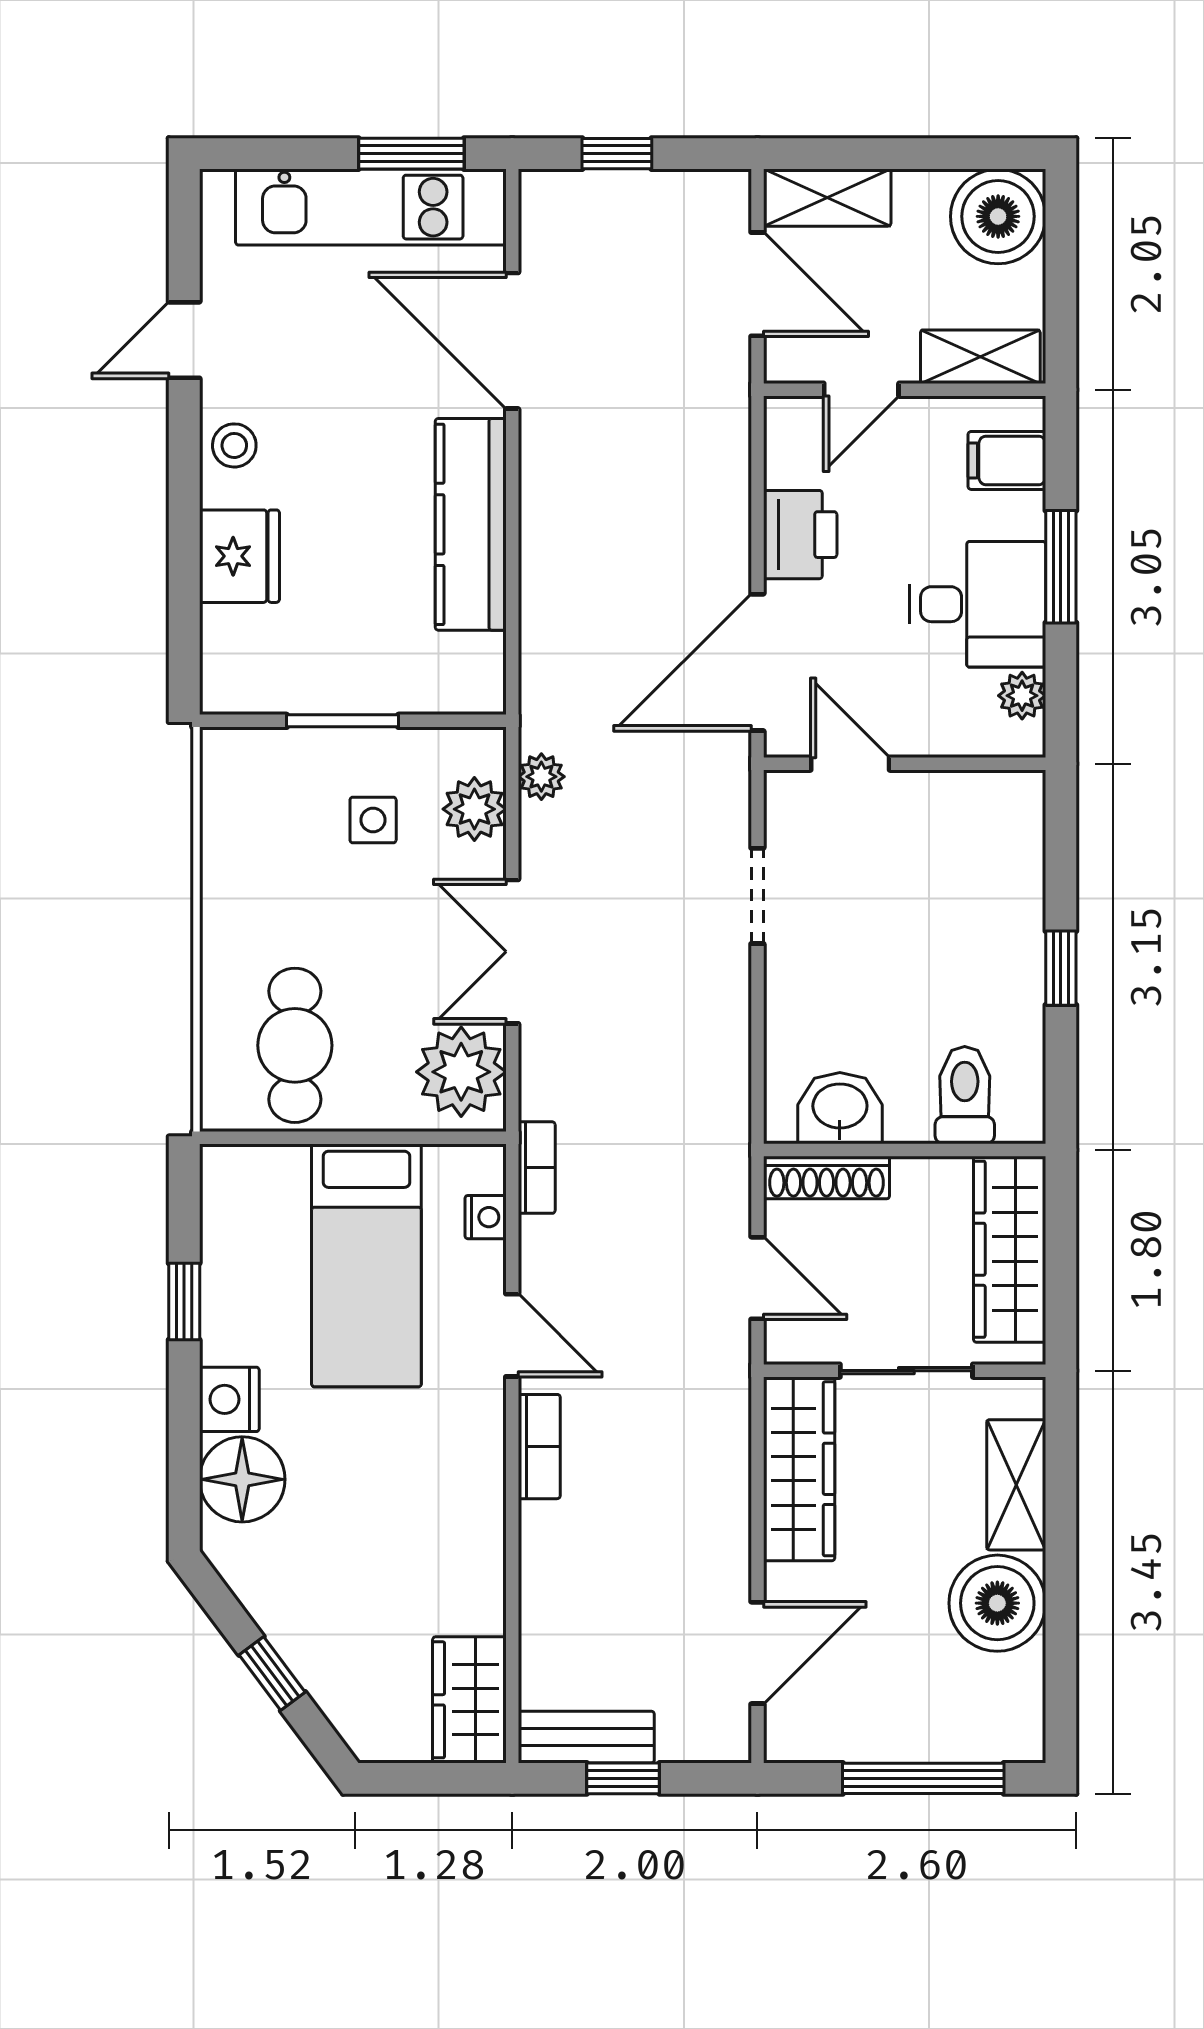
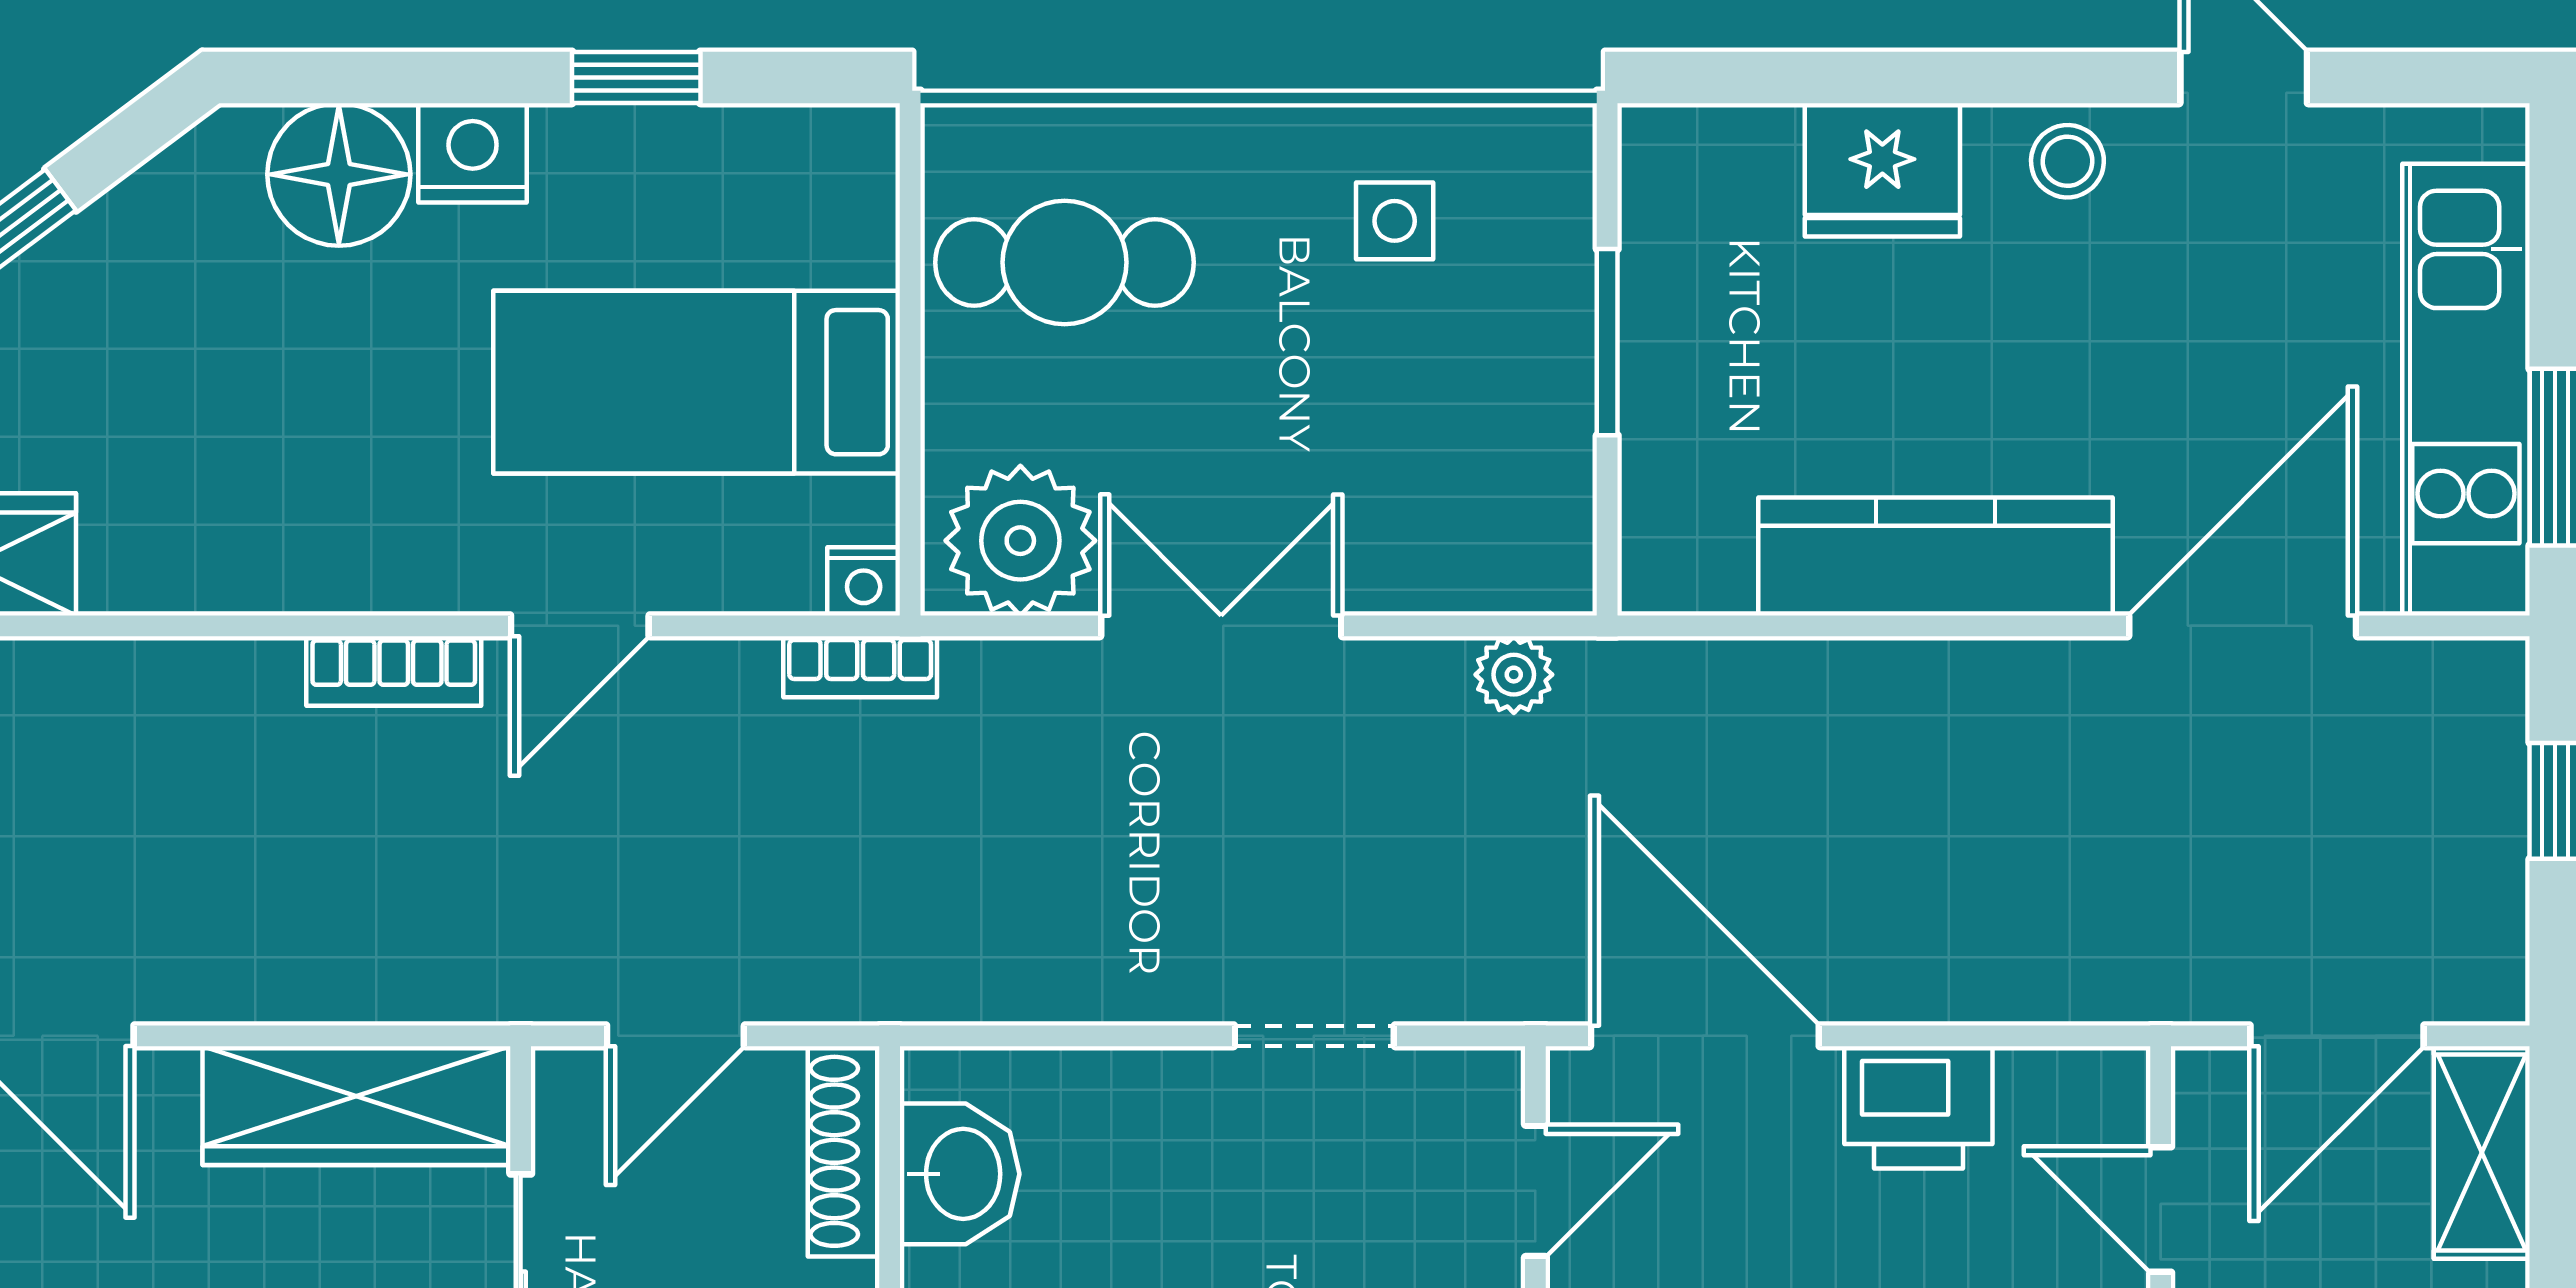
plant: (474, 809) -> (1460, 563), removed
side table: (373, 820) -> (1395, 221), moved
nightstand: (486, 1217) -> (864, 581), moved

